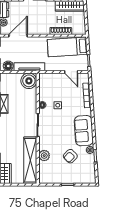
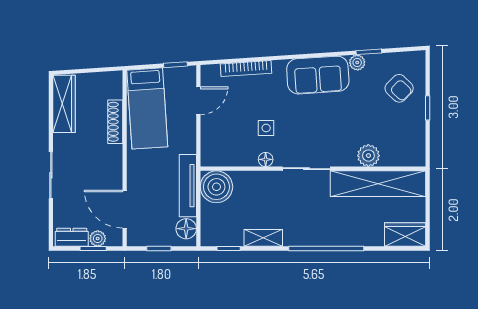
armchair: (70, 156) -> (399, 88), moved

